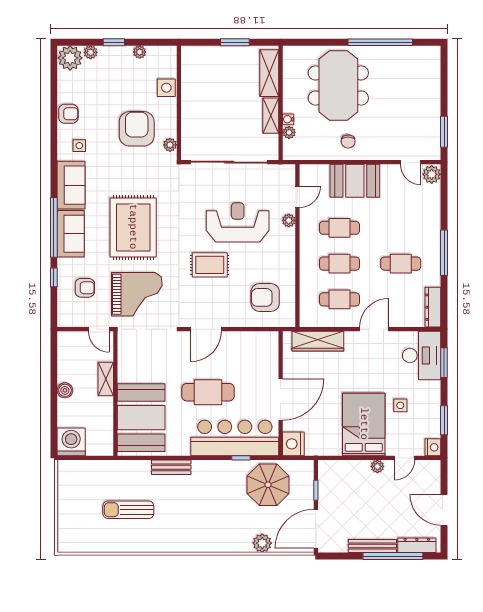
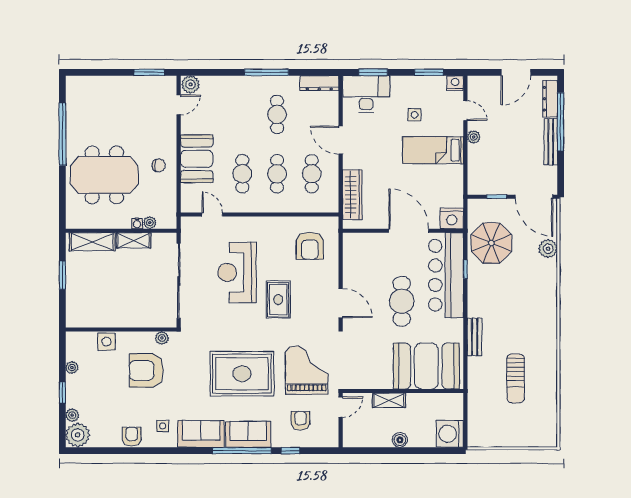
plant: (289, 220) -> (235, 223), removed
bed: (364, 424) -> (433, 150), width x0.67

